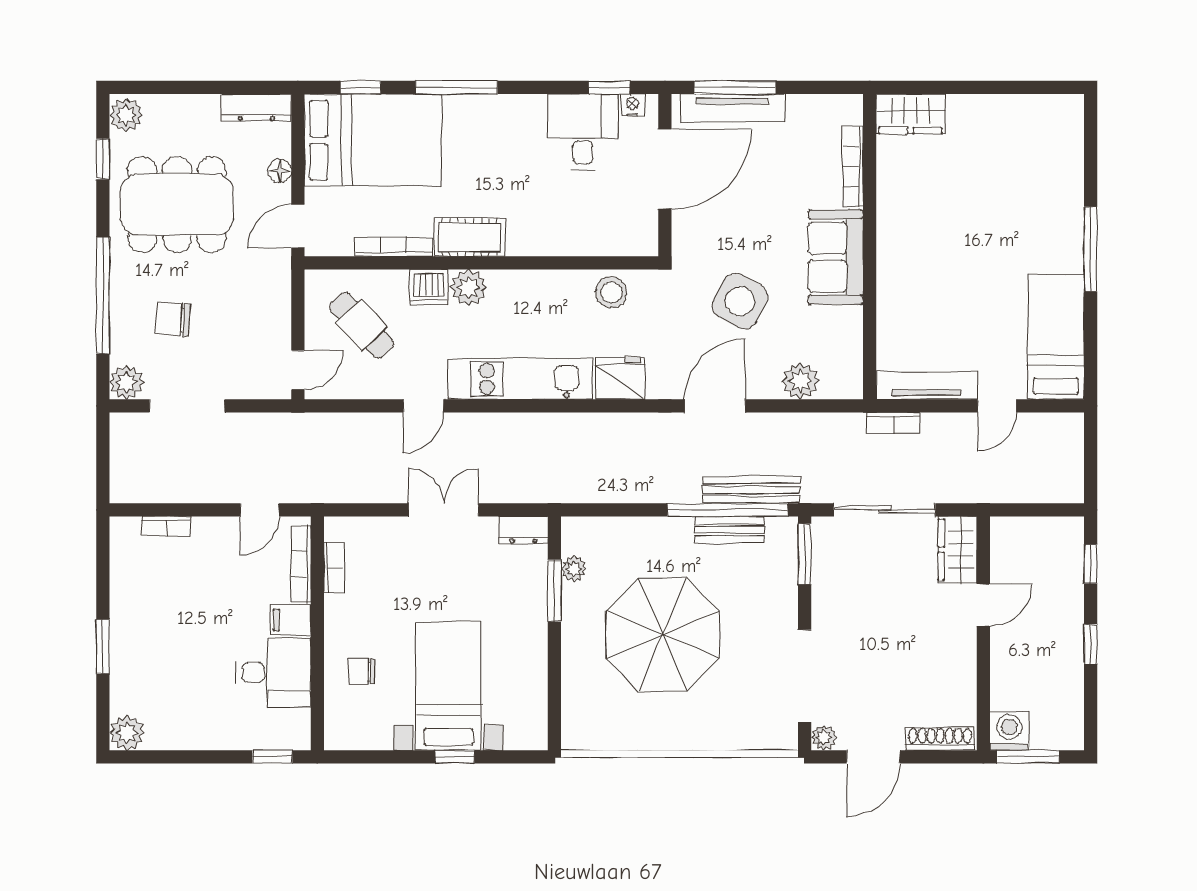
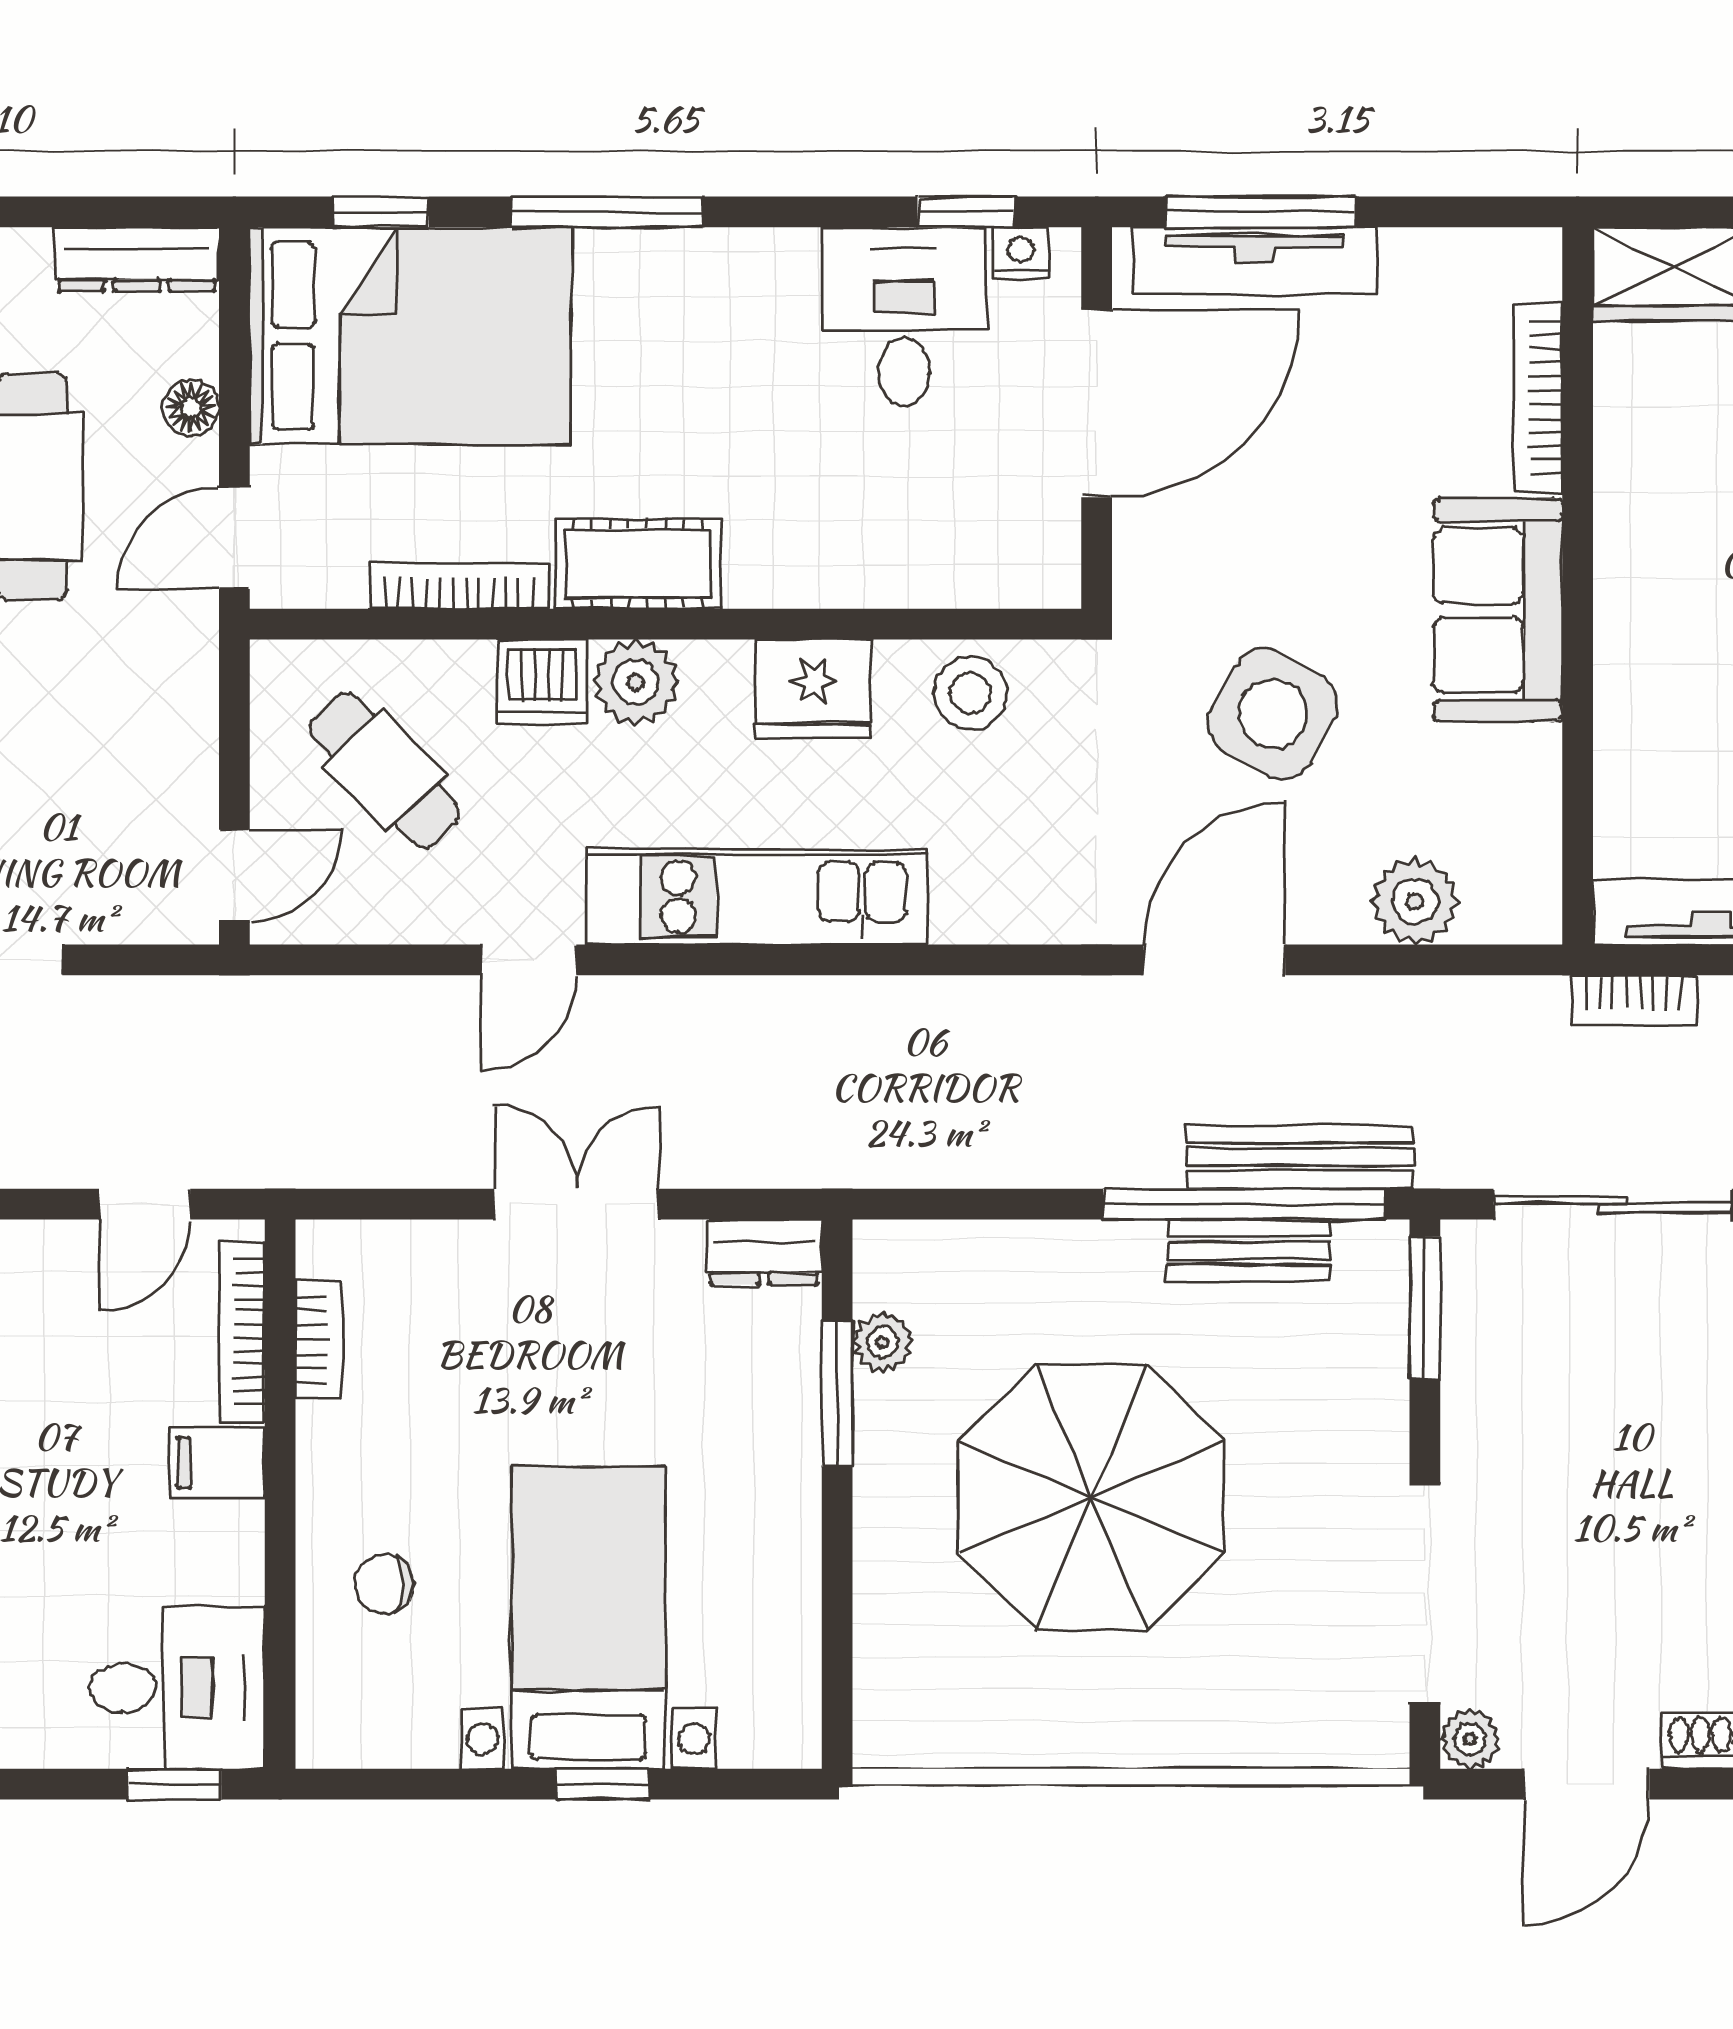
fridge: (620, 378) -> (813, 689), moved, turned 180
desk: (273, 672) -> (177, 1688), moved

